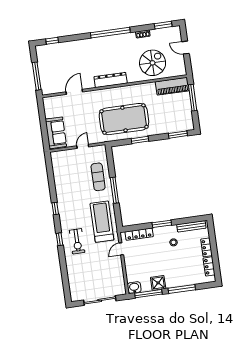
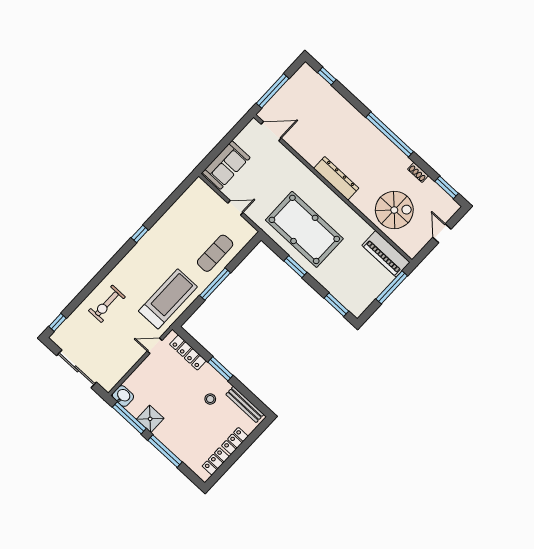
door: (74, 92) -> (271, 131), moved
window: (60, 239) -> (57, 322), moved
exercise bike: (77, 241) -> (107, 304), moved

